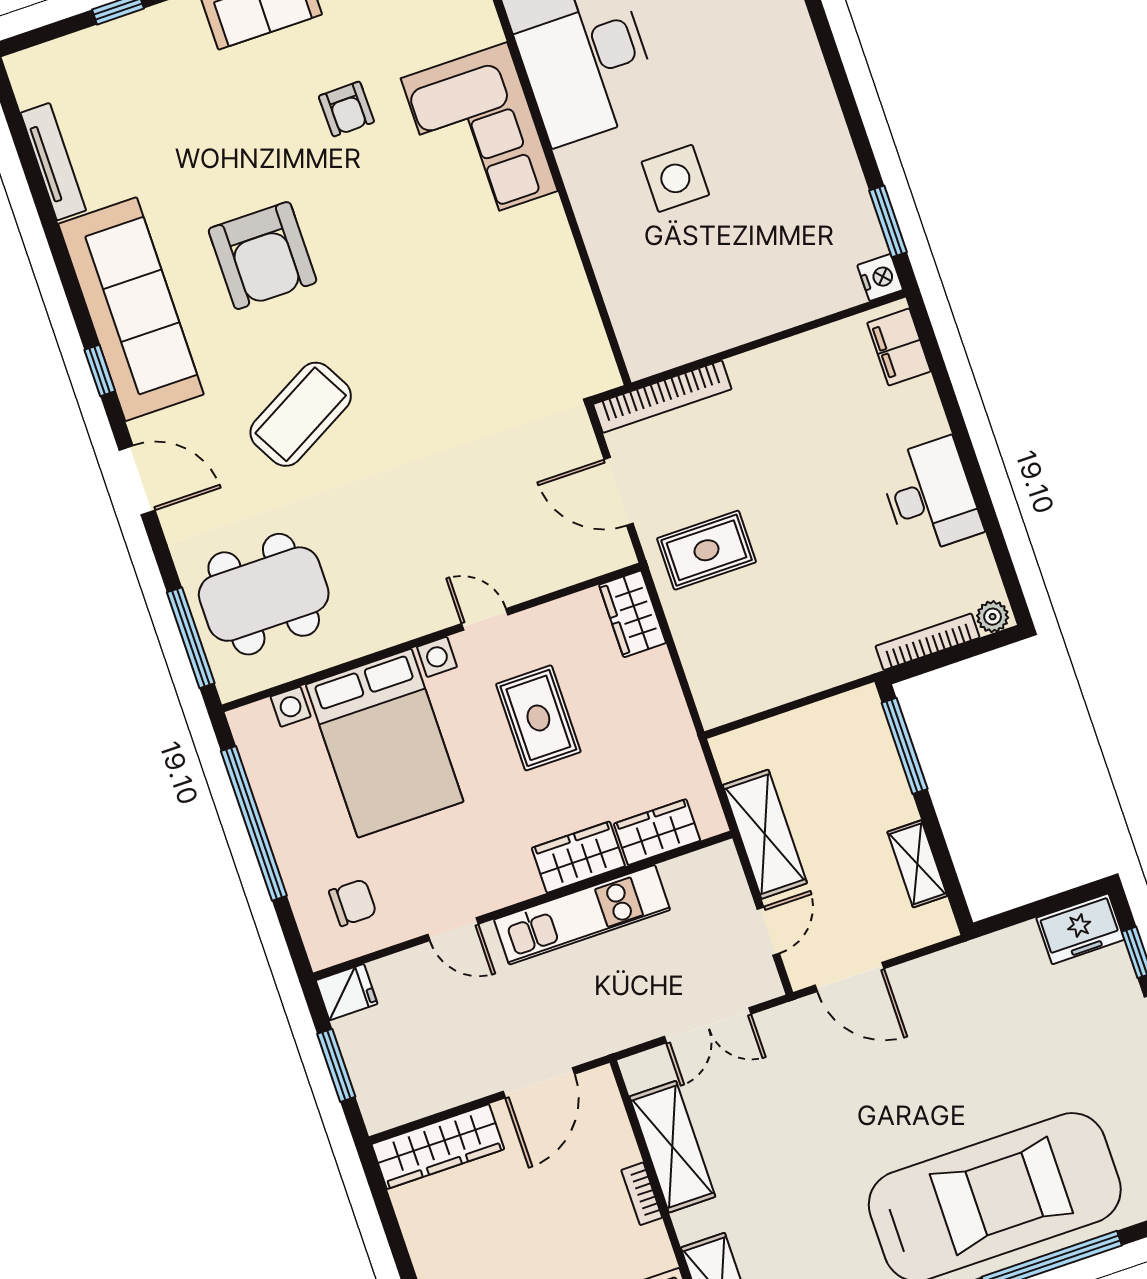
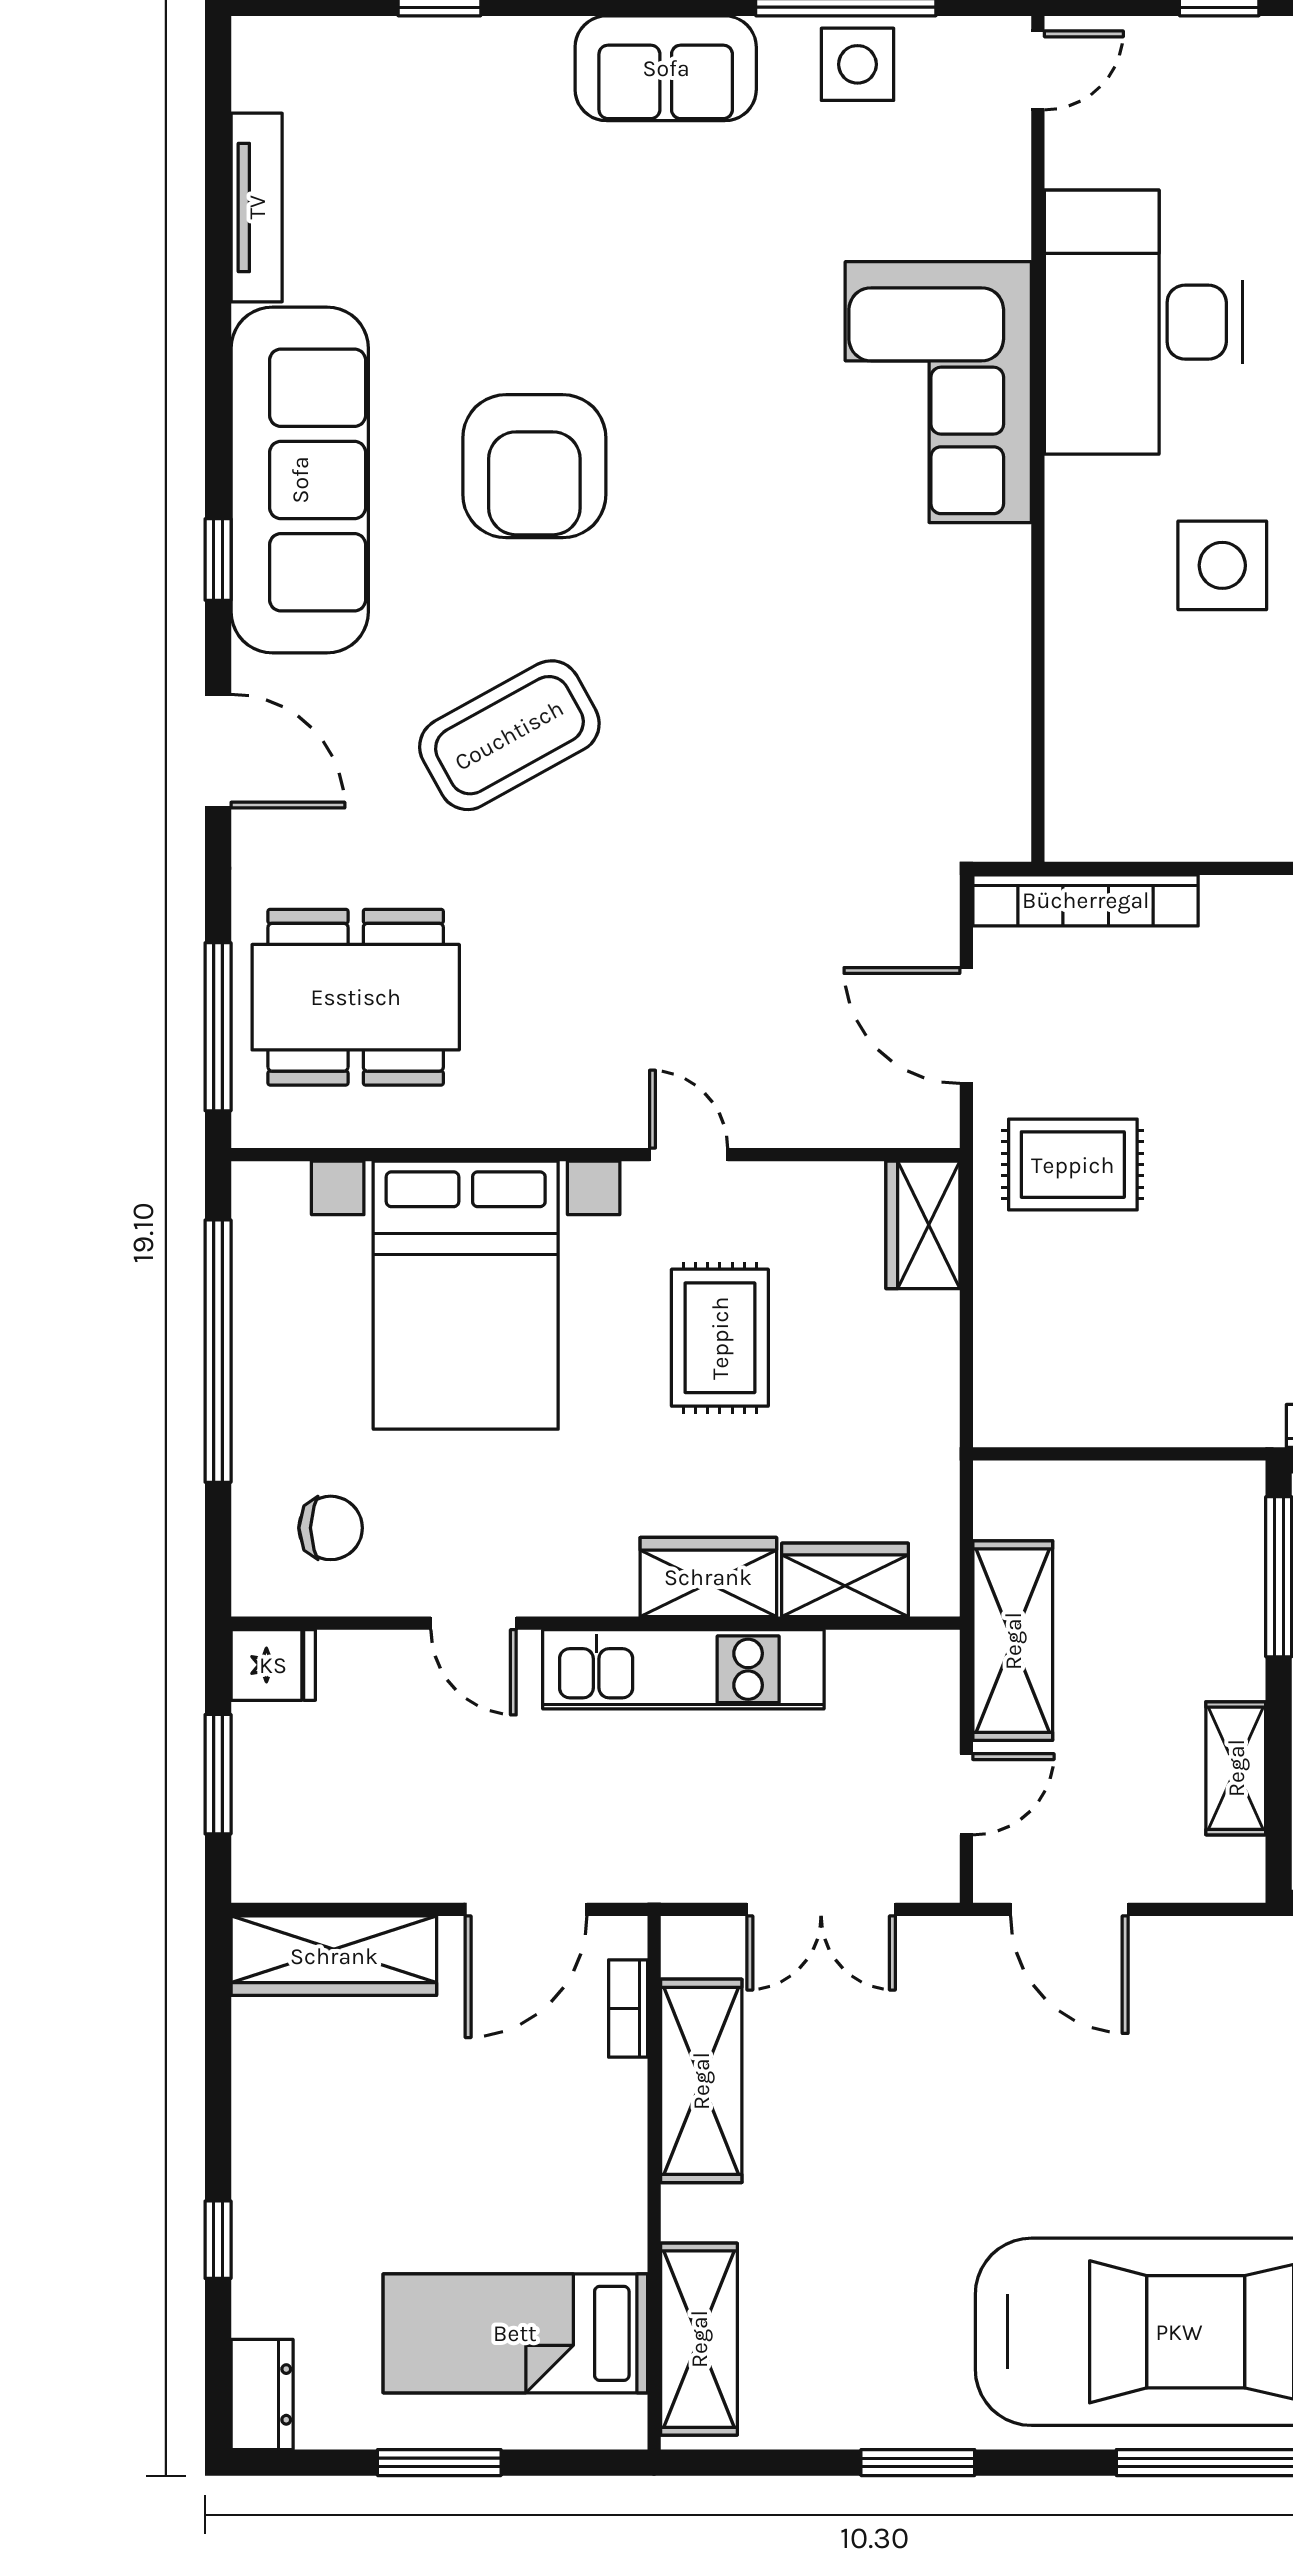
armchair: (346, 109) -> (744, 281), removed
bookcase: (642, 1194) -> (628, 2009), moved

